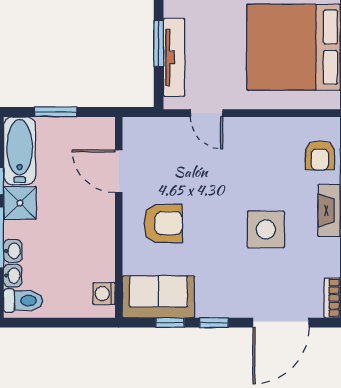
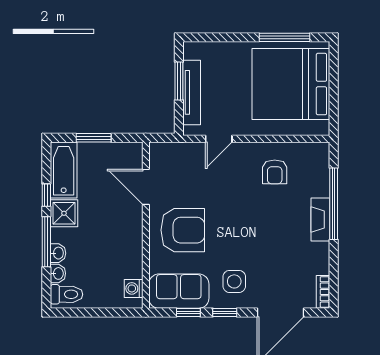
door: (207, 113) -> (219, 139), hinge flipped
armchair: (320, 156) -> (275, 172), moved
armchair: (163, 223) -> (183, 230), width x1.36, depth x1.36
side table: (266, 229) -> (234, 281), moved, width x0.73, depth x0.73

